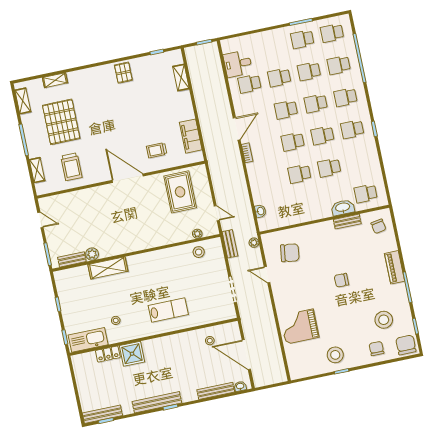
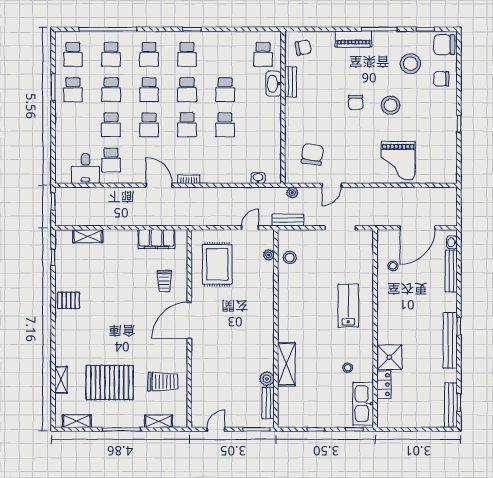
rug: (180, 192) -> (217, 264), turned 90
stool: (335, 355) -> (391, 105), moved

